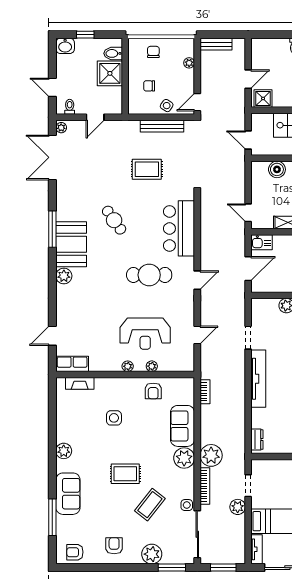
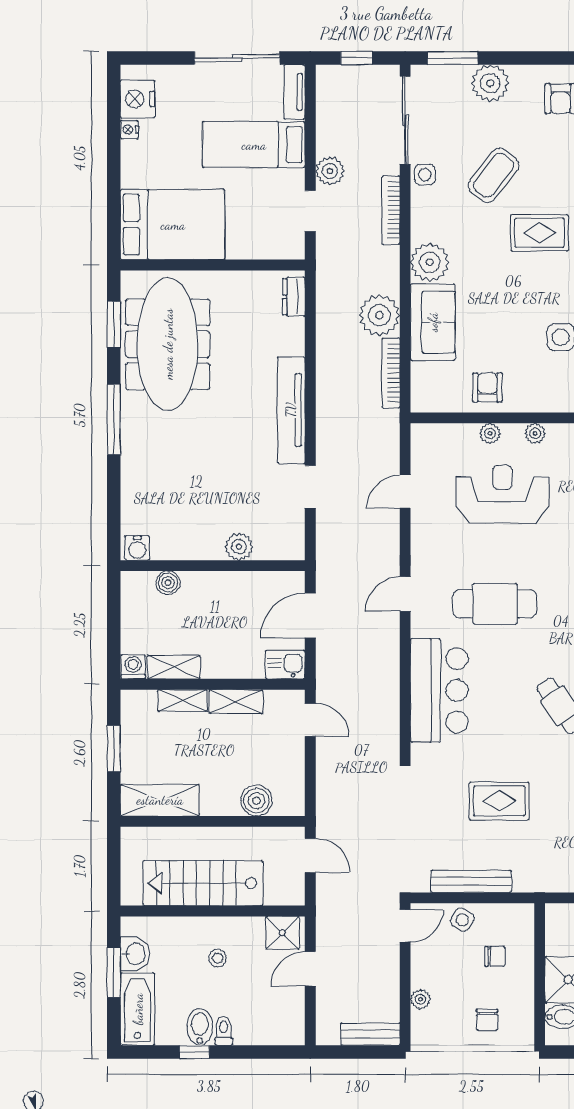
bookcase: (205, 392) -> (391, 373), width x1.56
plant: (211, 455) -> (379, 315), moved
window: (223, 568) -> (357, 58), width x0.67

